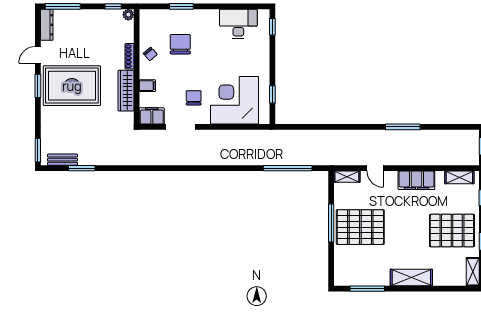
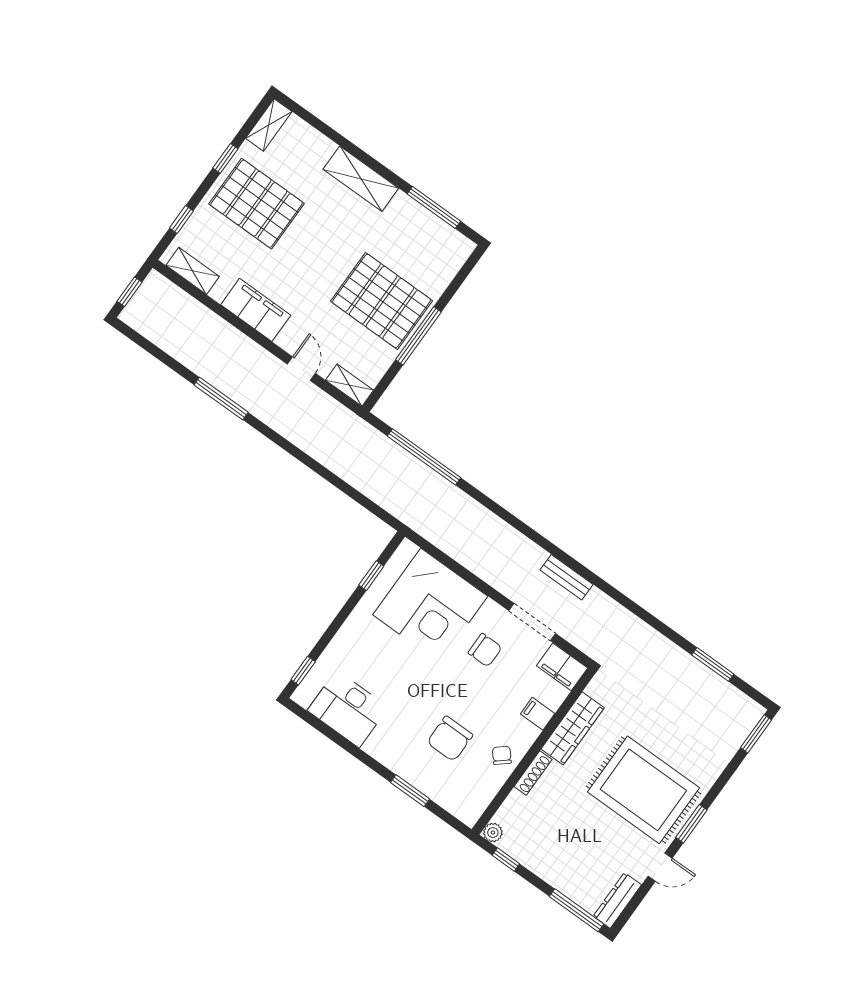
chair: (194, 98) -> (485, 650), turned -90
bench: (62, 160) -> (567, 577), moved

